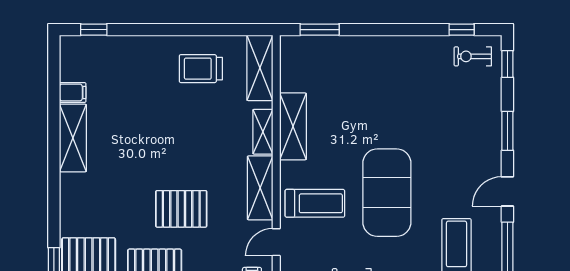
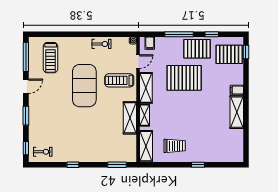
window: (94, 30) -> (198, 165), moved
window: (462, 30) -> (73, 165), moved
filing cabinet: (73, 92) -> (237, 90), moved
pallet: (181, 209) -> (184, 78), width x1.37, depth x1.41

